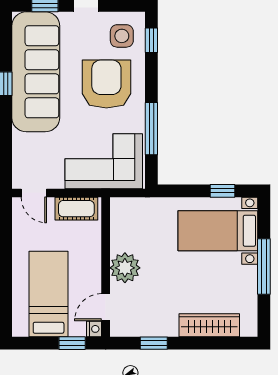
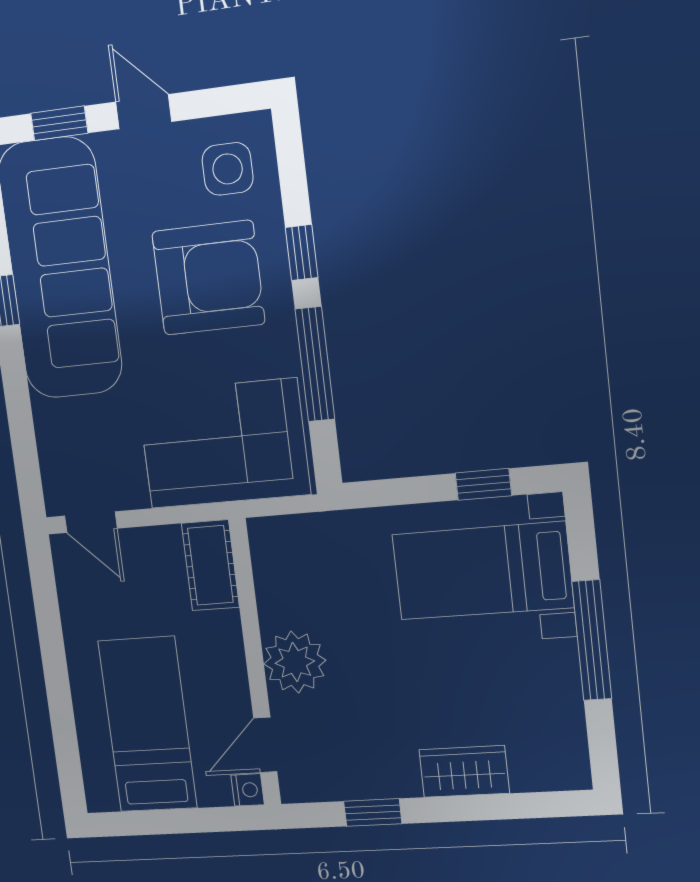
window: (151, 40) -> (302, 252), moved
armchair: (106, 84) -> (208, 278), turned 90
cot: (76, 209) -> (210, 565), moved, turned 90
wardrobe: (209, 325) -> (464, 771), width x0.67
window: (72, 343) -> (207, 820), removed

